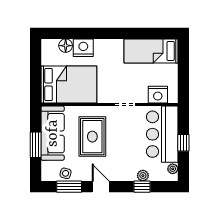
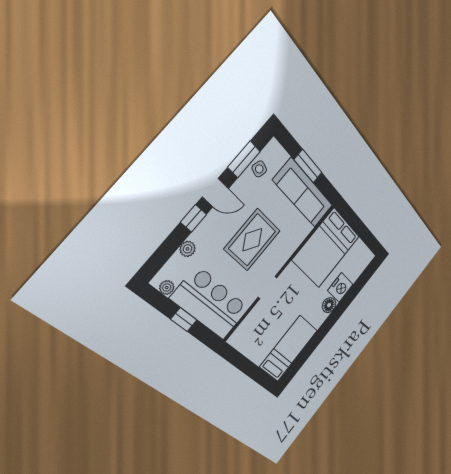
floor lamp: (66, 46) -> (329, 305), moved
nightstand: (158, 95) -> (249, 327), removed
rug: (92, 137) -> (252, 240), moved, turned 90
window: (142, 187) -> (194, 218), moved

